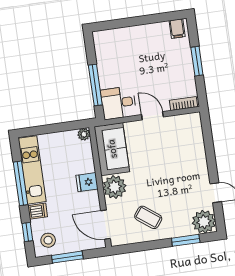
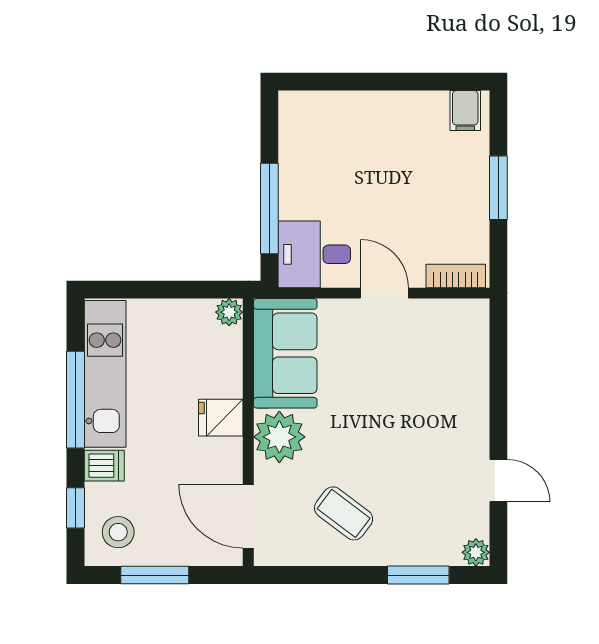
plant: (204, 222) -> (476, 552), width x0.53, depth x0.53

